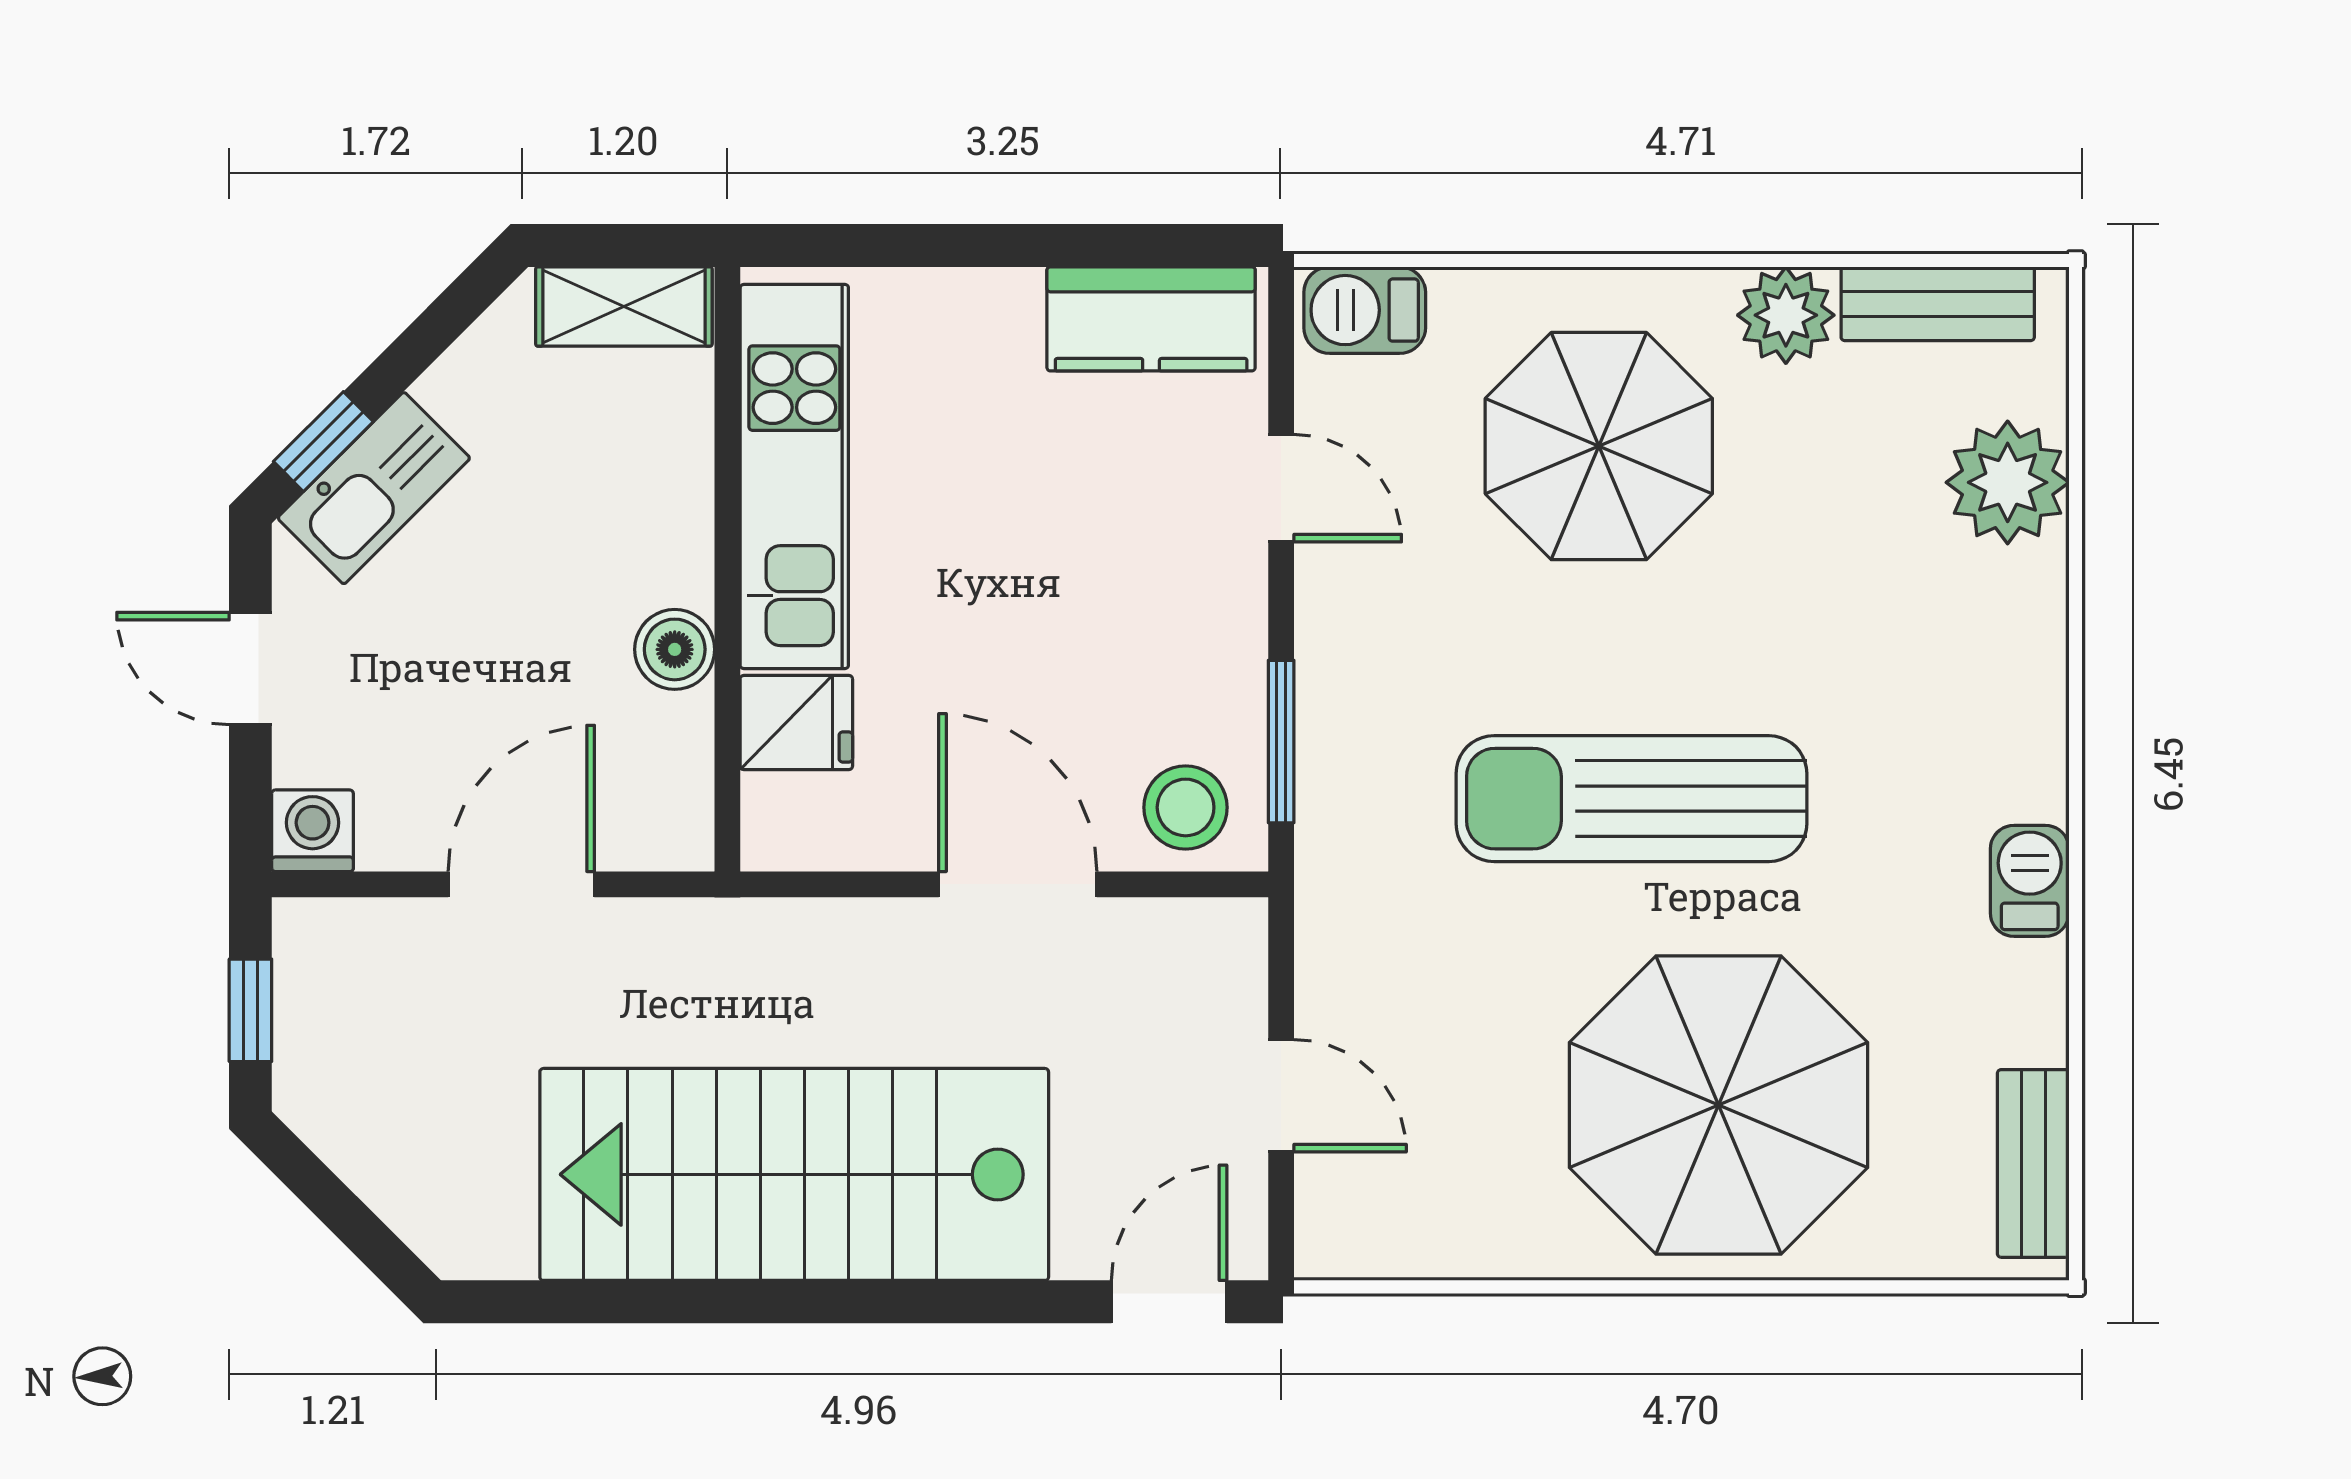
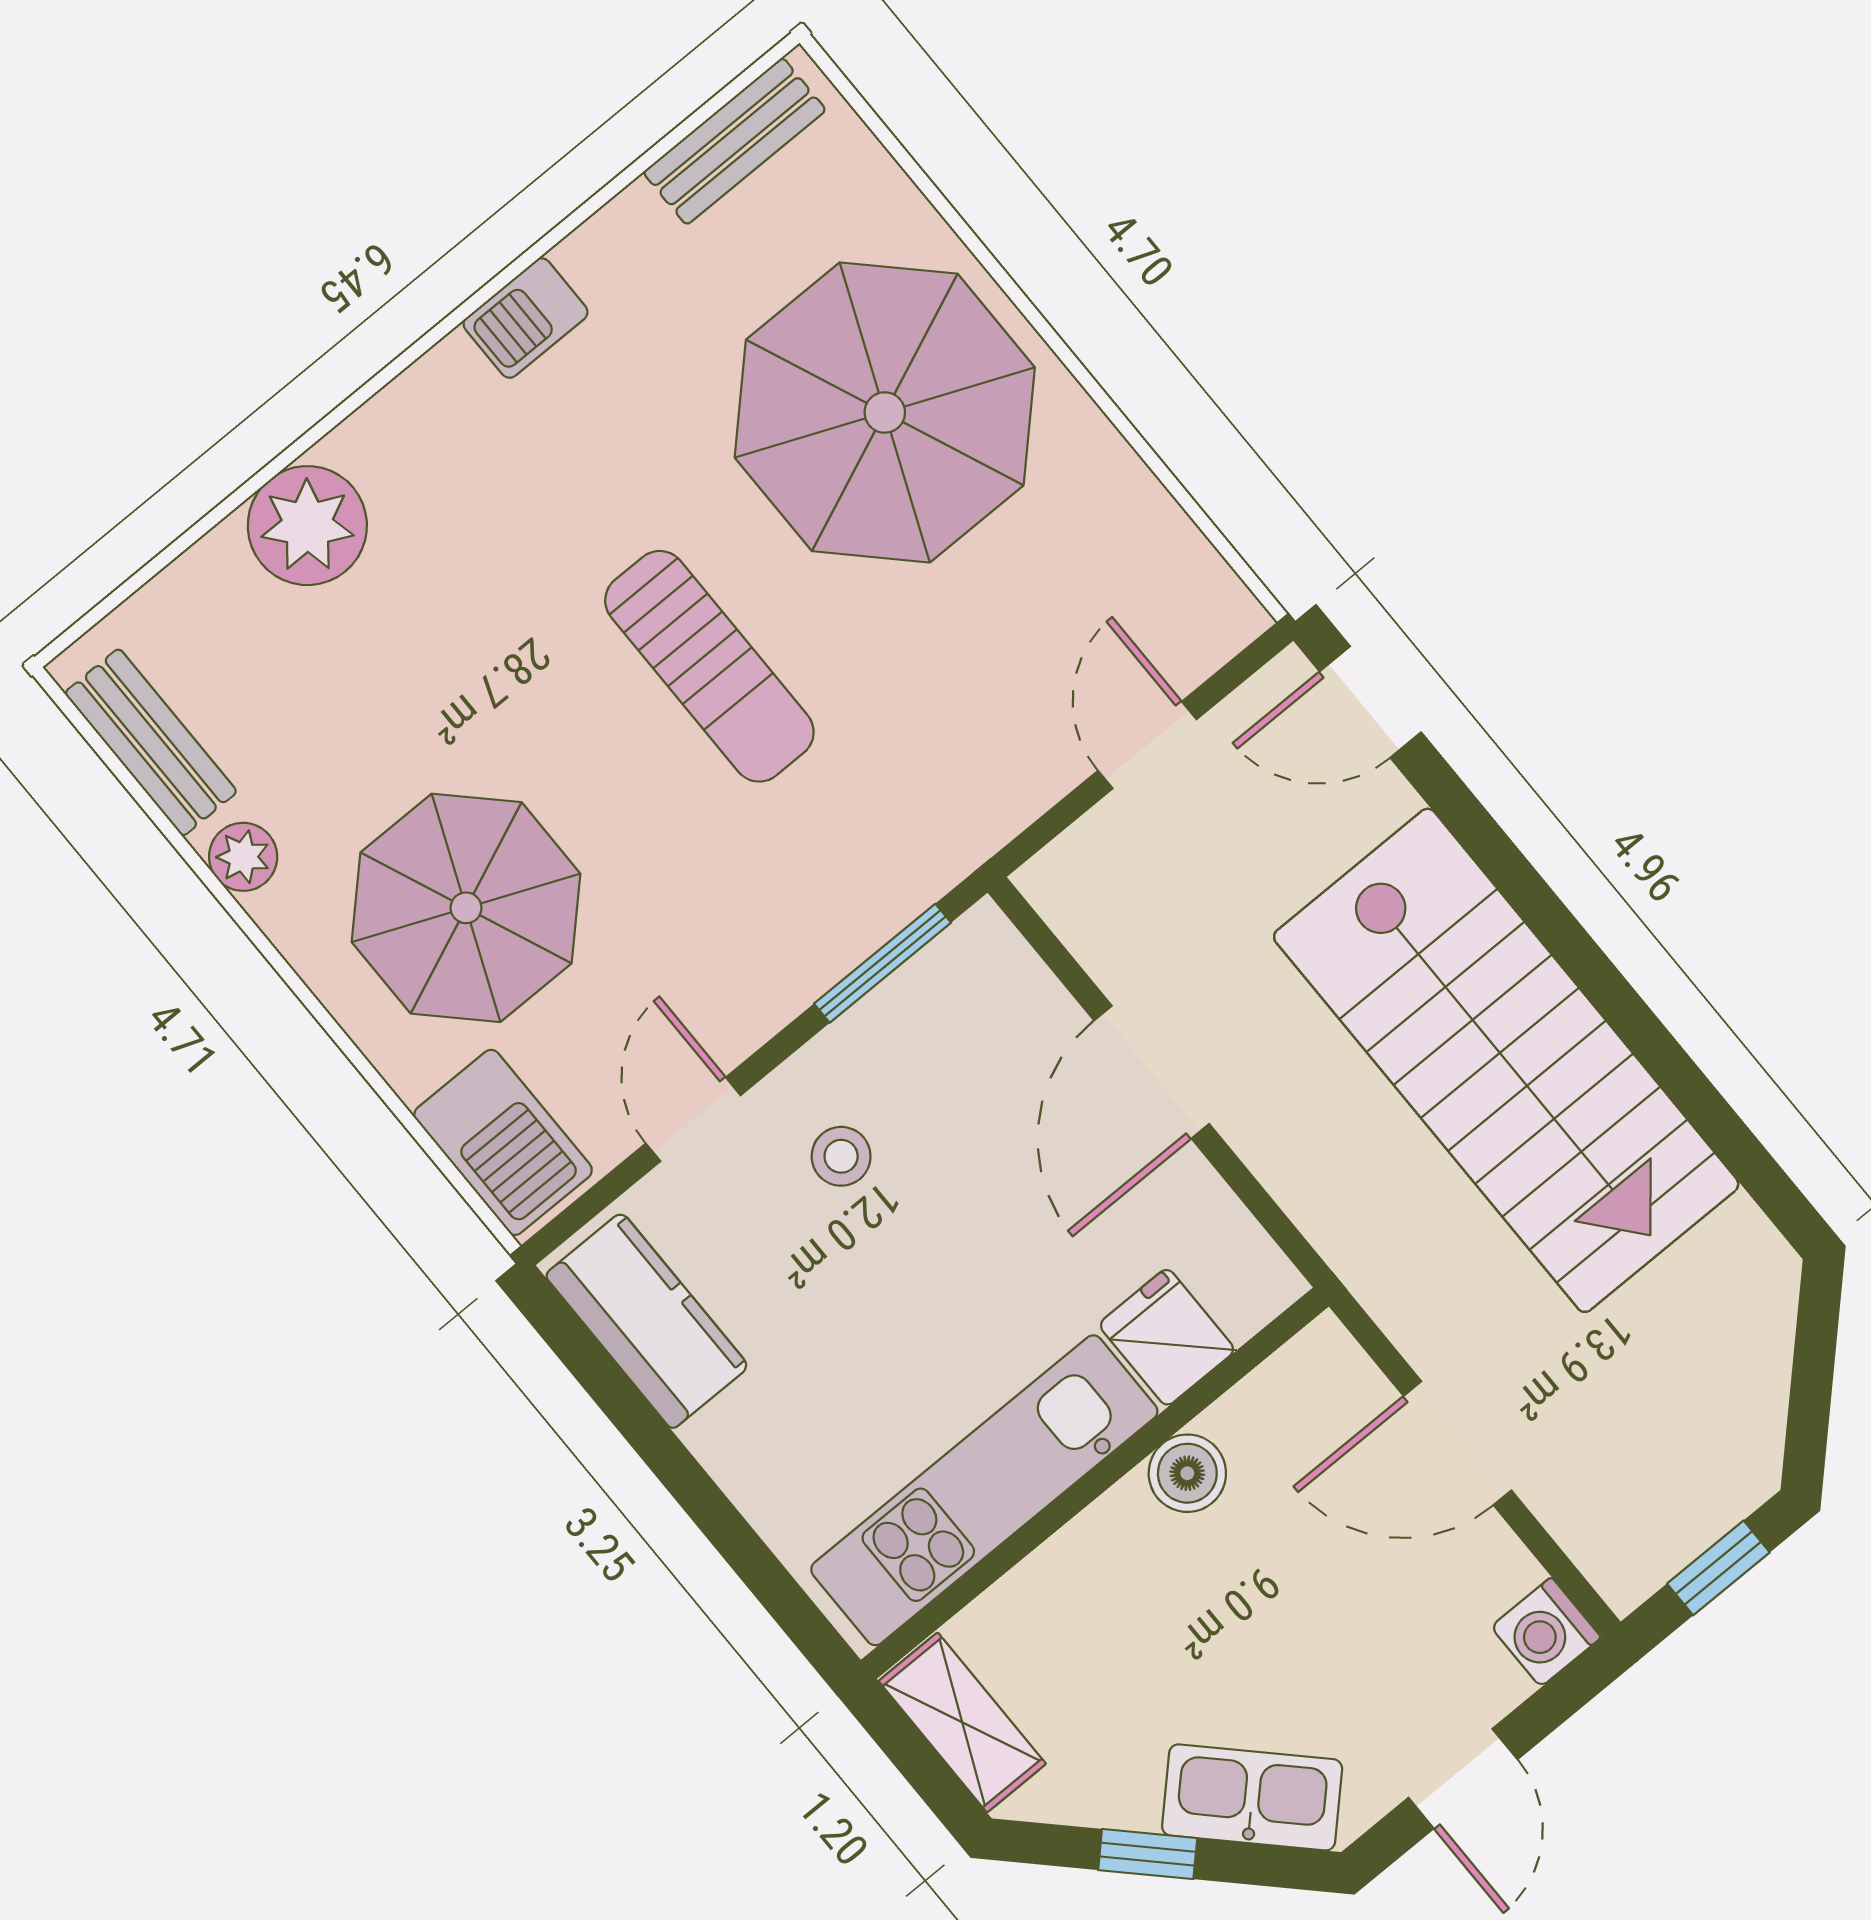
barbecue: (1365, 310) -> (503, 1142), width x1.38, depth x1.27
plant: (1786, 315) -> (243, 857), width x0.73, depth x0.73
window: (323, 442) -> (1148, 1854), moved
plant: (2008, 482) -> (307, 526), moved
sun lounger: (1631, 799) -> (709, 666), width x0.73, depth x0.75
stool: (1186, 807) -> (841, 1156), moved, width x0.73, depth x0.73

